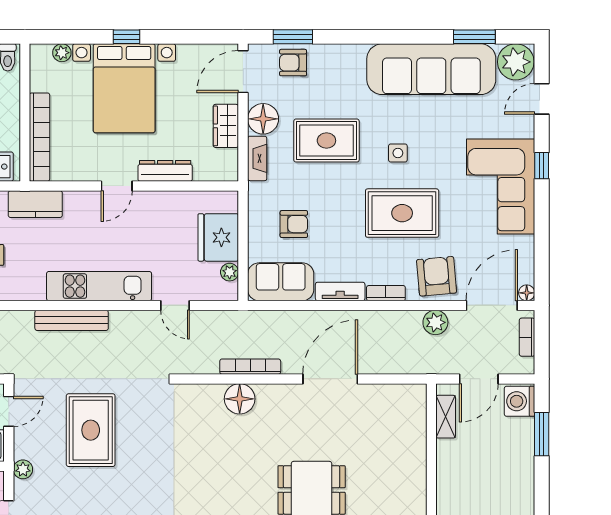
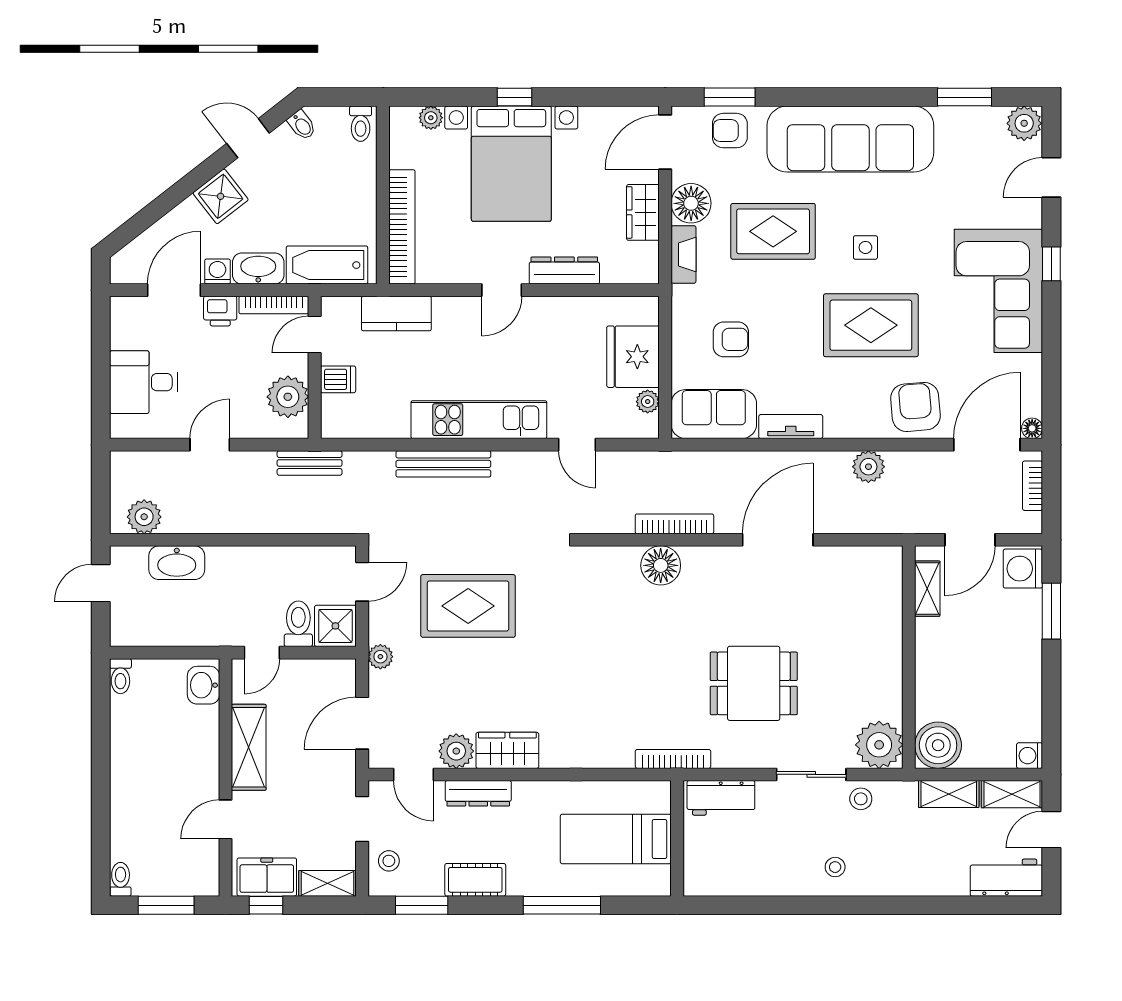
plant: (516, 62) -> (1024, 123), width x0.73, depth x0.73
sofa: (431, 69) -> (850, 139), moved
bookcase: (386, 293) -> (850, 429), removed
plant: (435, 322) -> (868, 467), moved
rug: (91, 430) -> (468, 606), turned 90

